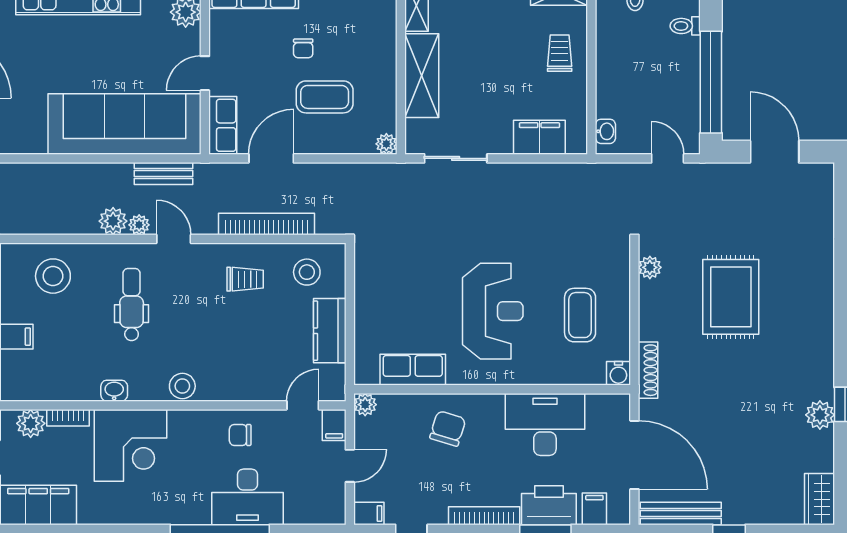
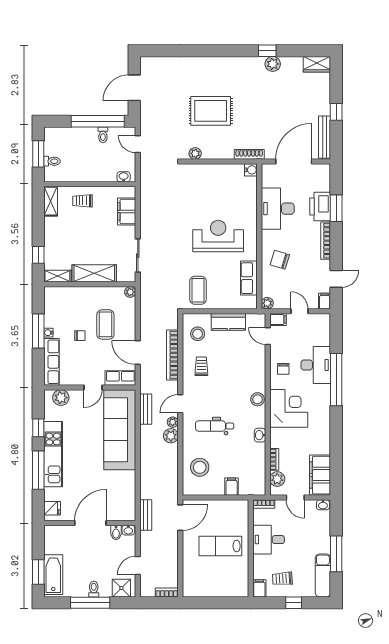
toilet: (685, 26) -> (103, 135), moved
door: (205, 73) -> (93, 387), hinge flipped
door: (668, 158) -> (138, 144), hinge flipped
coffee table: (580, 315) -> (198, 290), moved, turned 90
corner desk: (131, 445) -> (289, 408), moved
filing cabinet: (594, 509) -> (322, 183), removed

